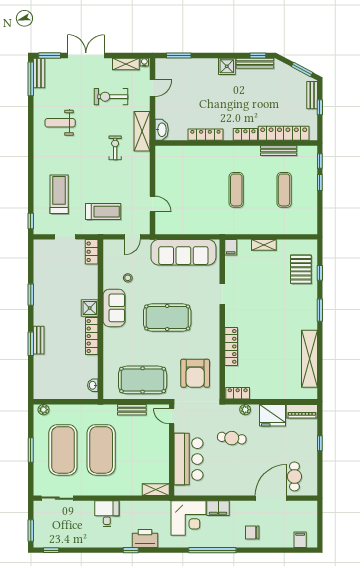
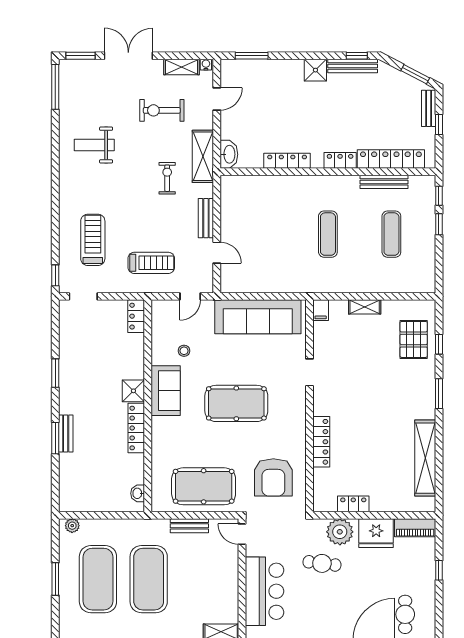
bench: (39, 73) -> (206, 218), moved
doorway: (65, 237) -> (83, 296), moved
locker: (238, 393) -> (353, 504), moved
plant: (245, 410) -> (340, 532), width x1.87, depth x1.87

